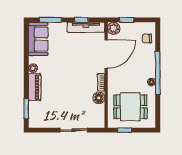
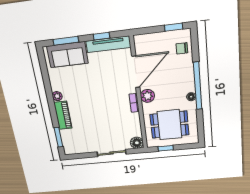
window: (127, 20) -> (174, 27), moved
plant: (114, 28) -> (147, 96), moved
sofa: (38, 39) -> (68, 55), moved, turned 90
floor lamp: (99, 98) -> (137, 143), moved

